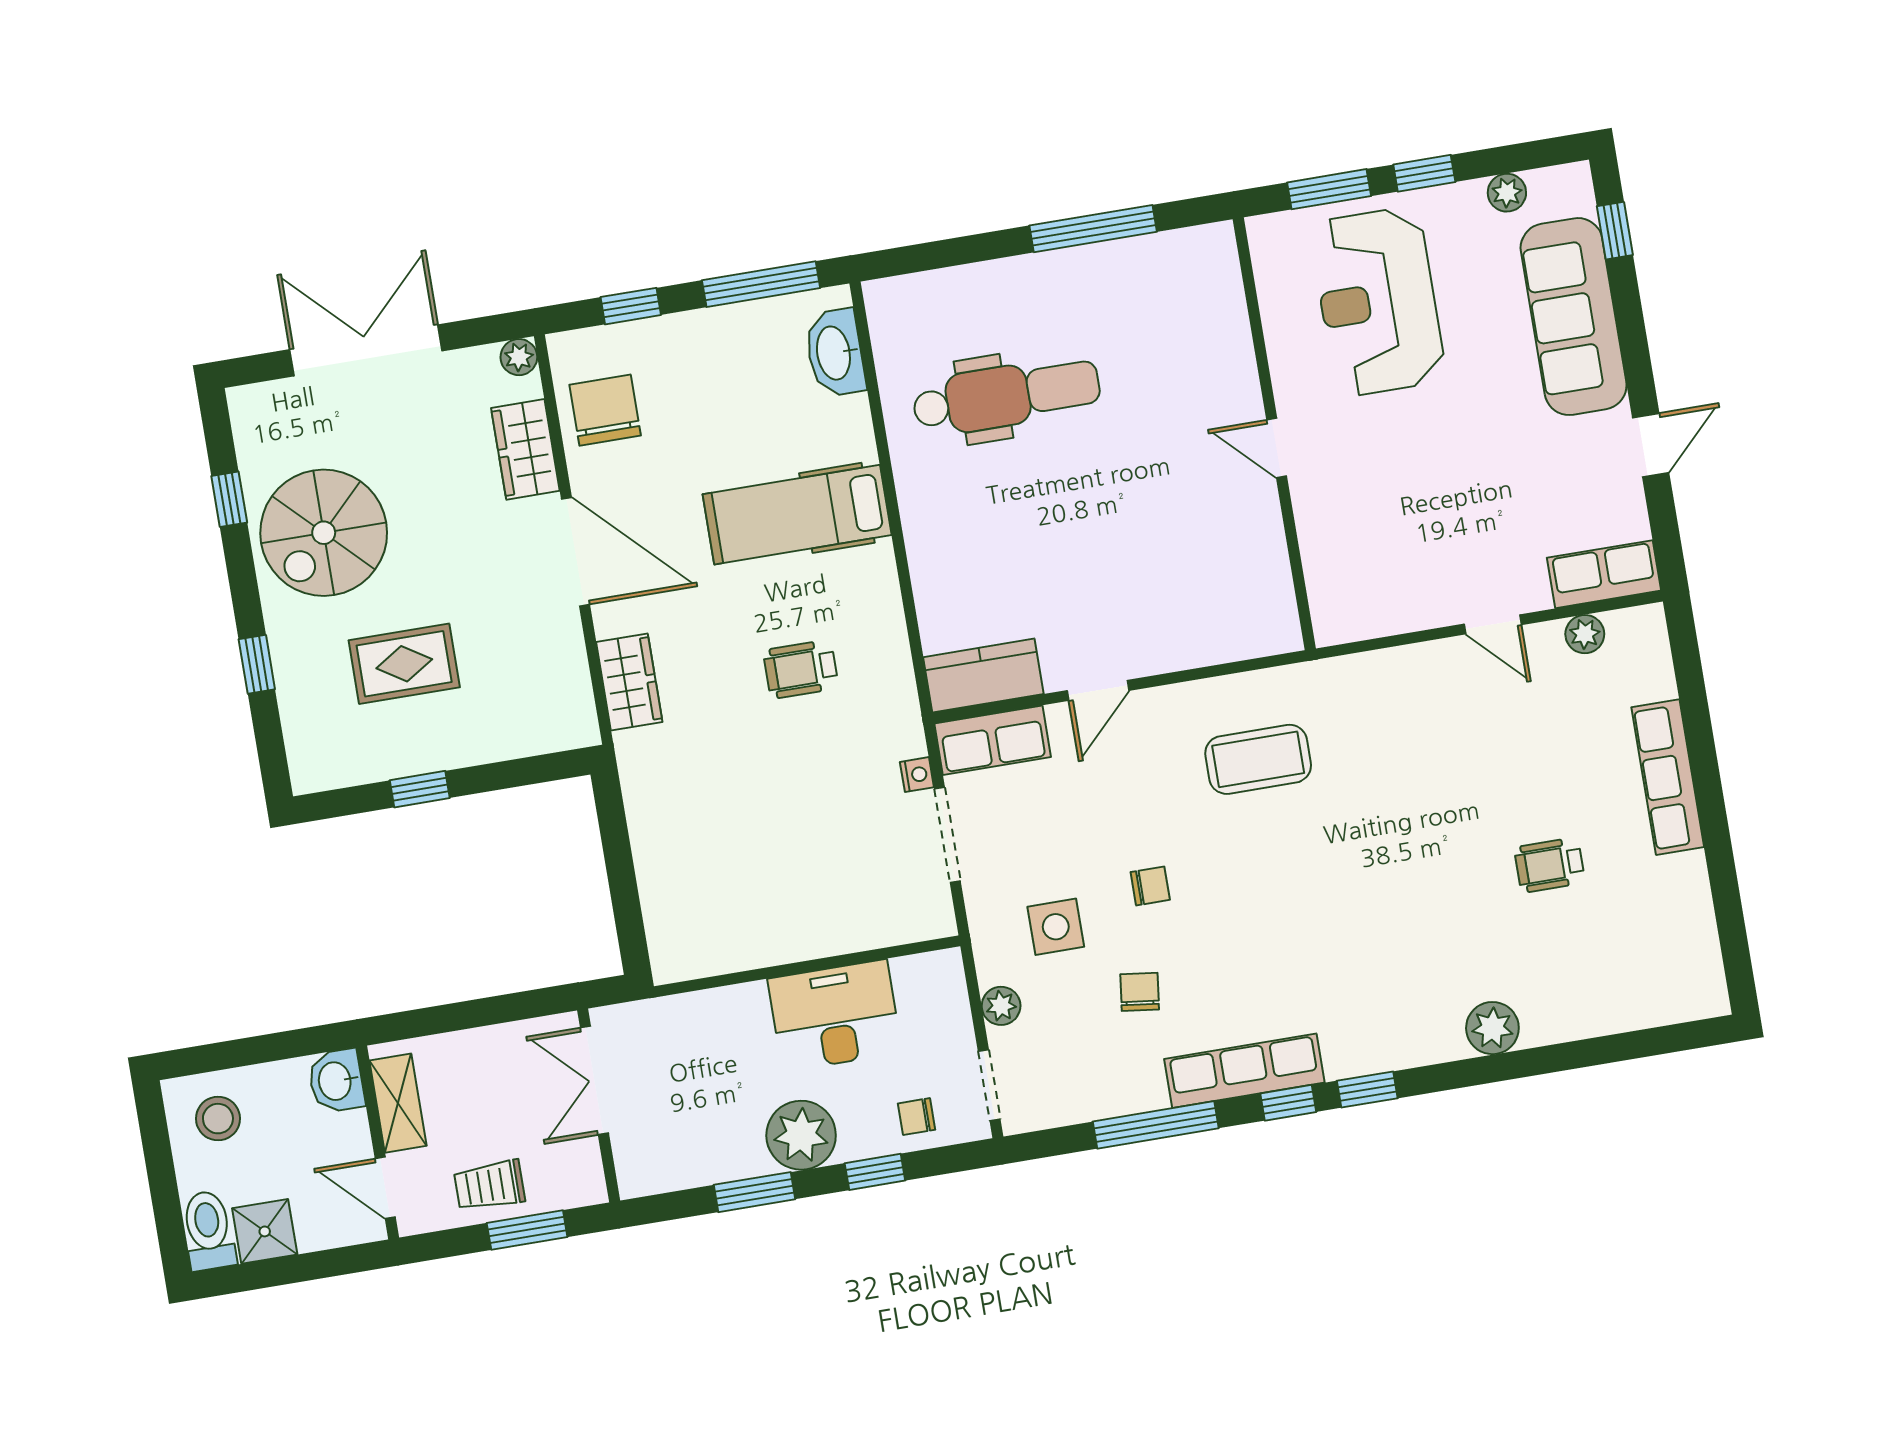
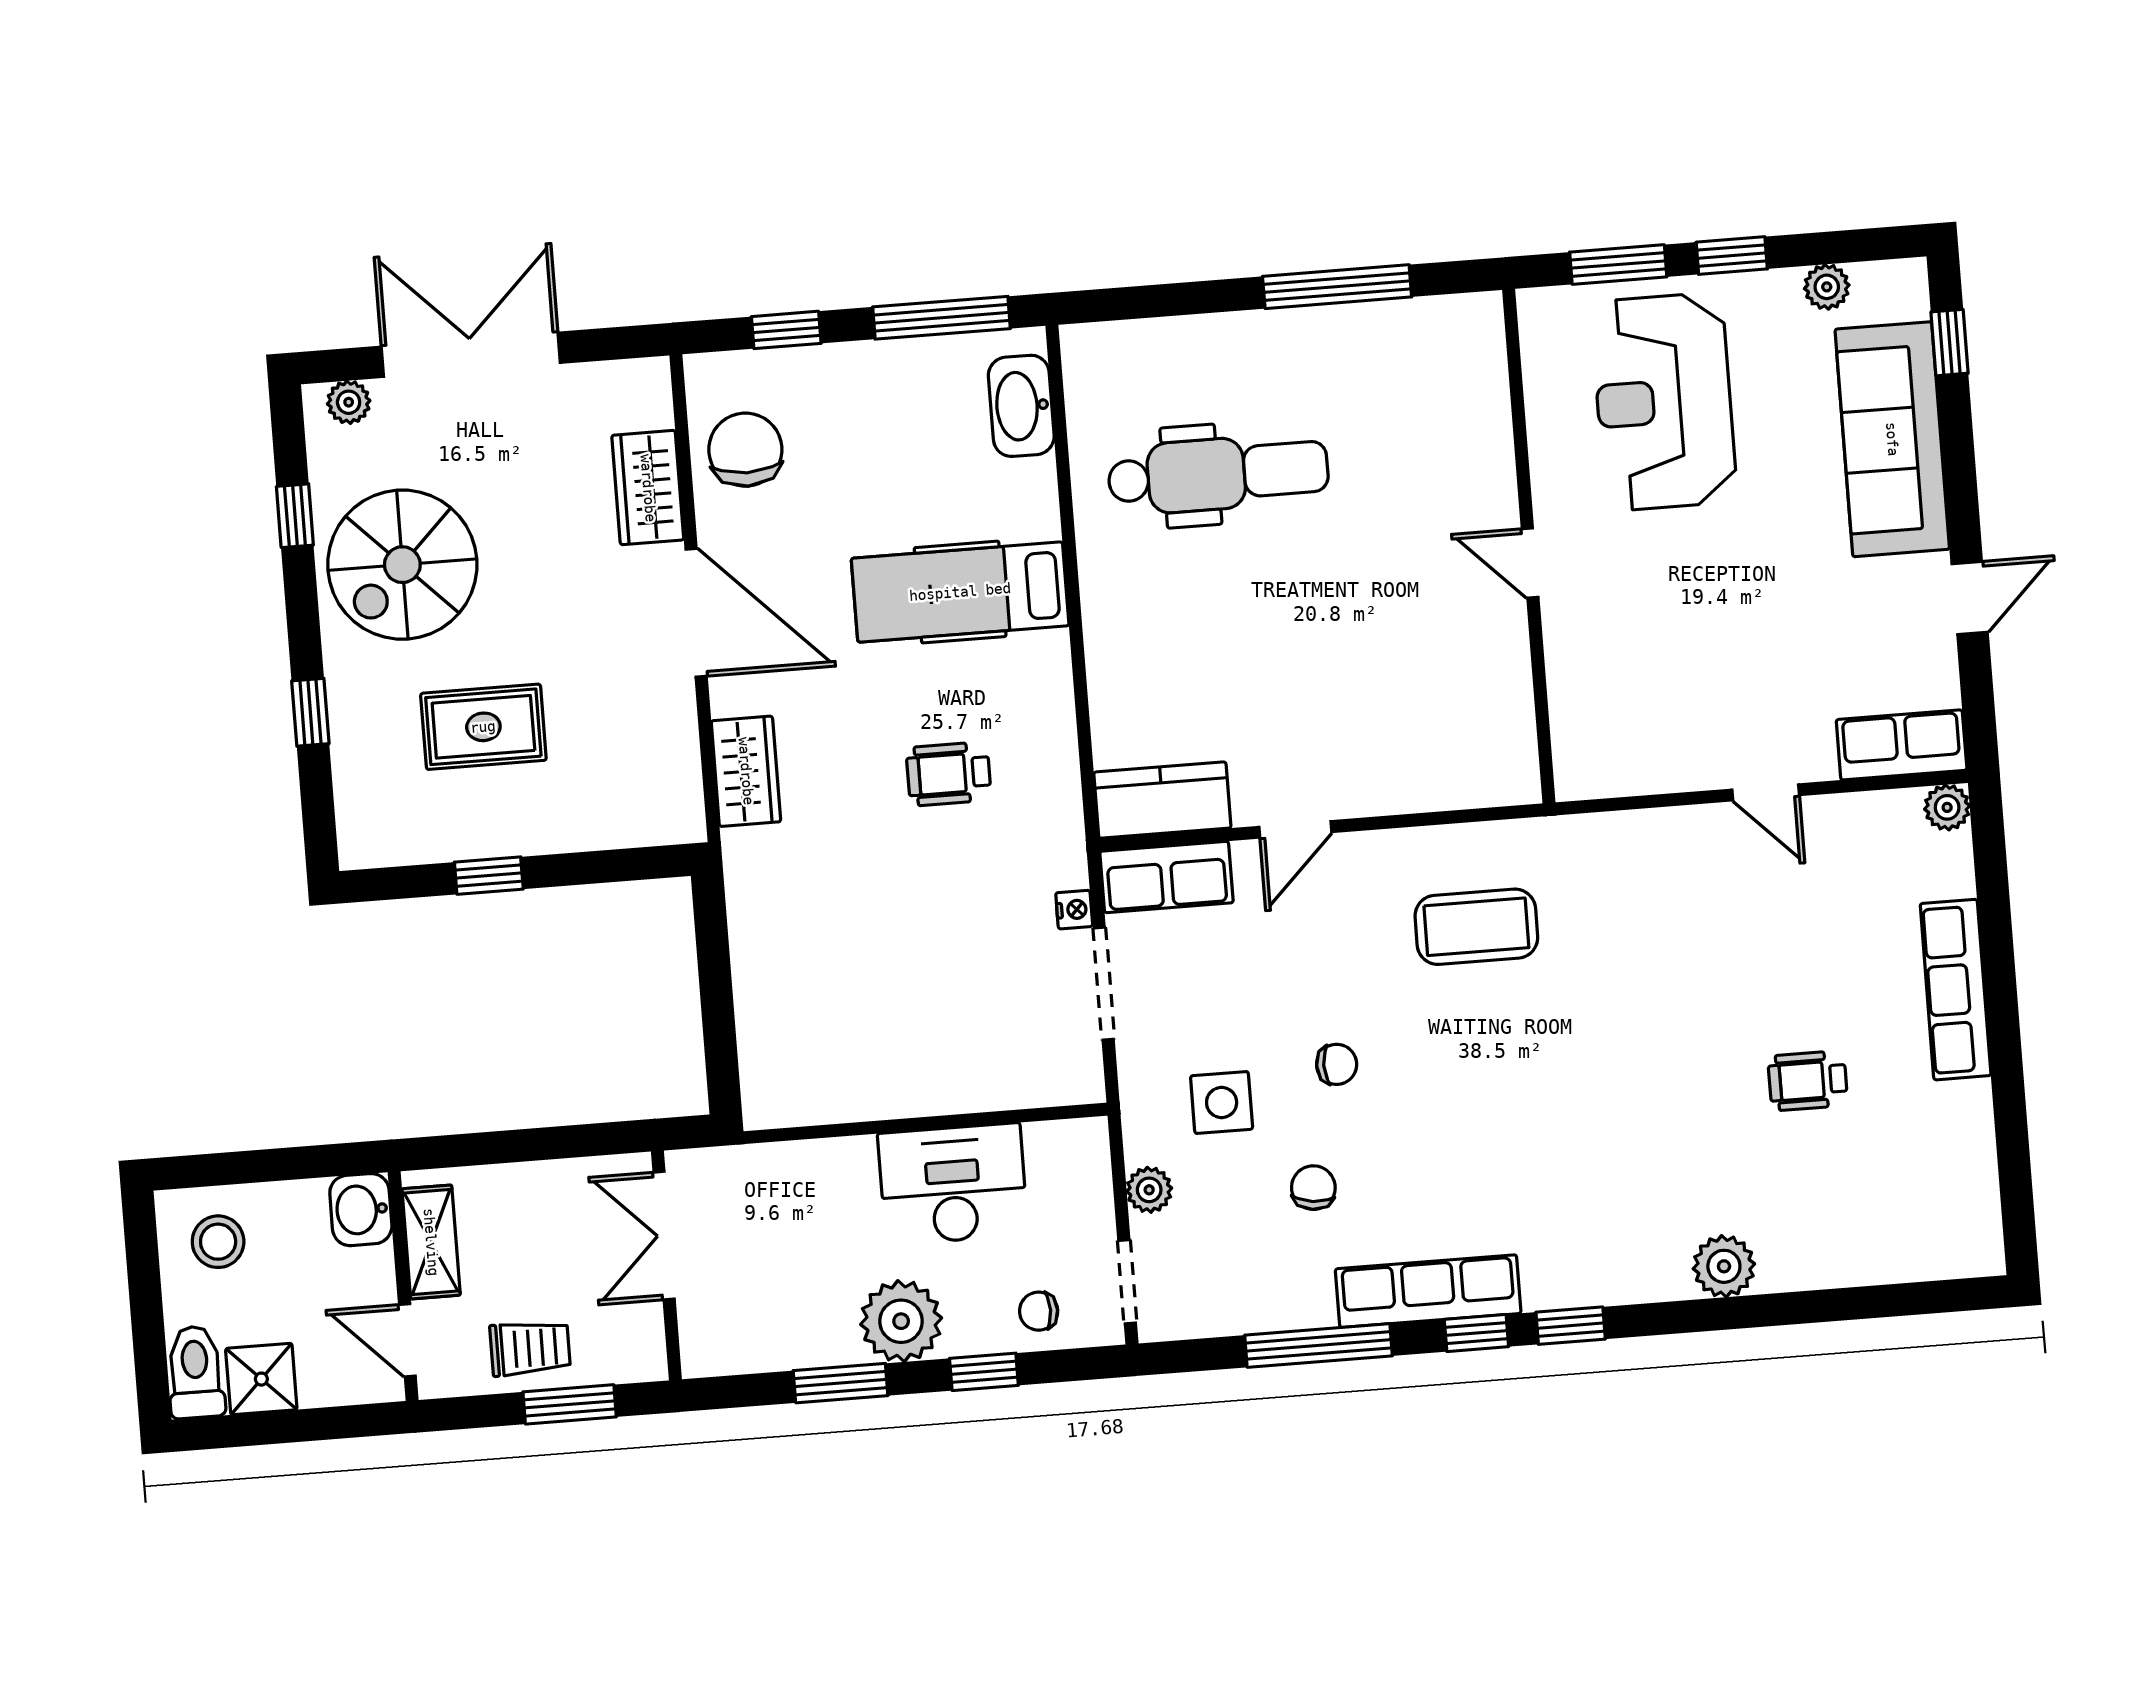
plant: (519, 357) -> (349, 402), moved
plant: (1585, 634) -> (1947, 807), moved
trolley: (489, 1185) -> (530, 1348), turned 180

